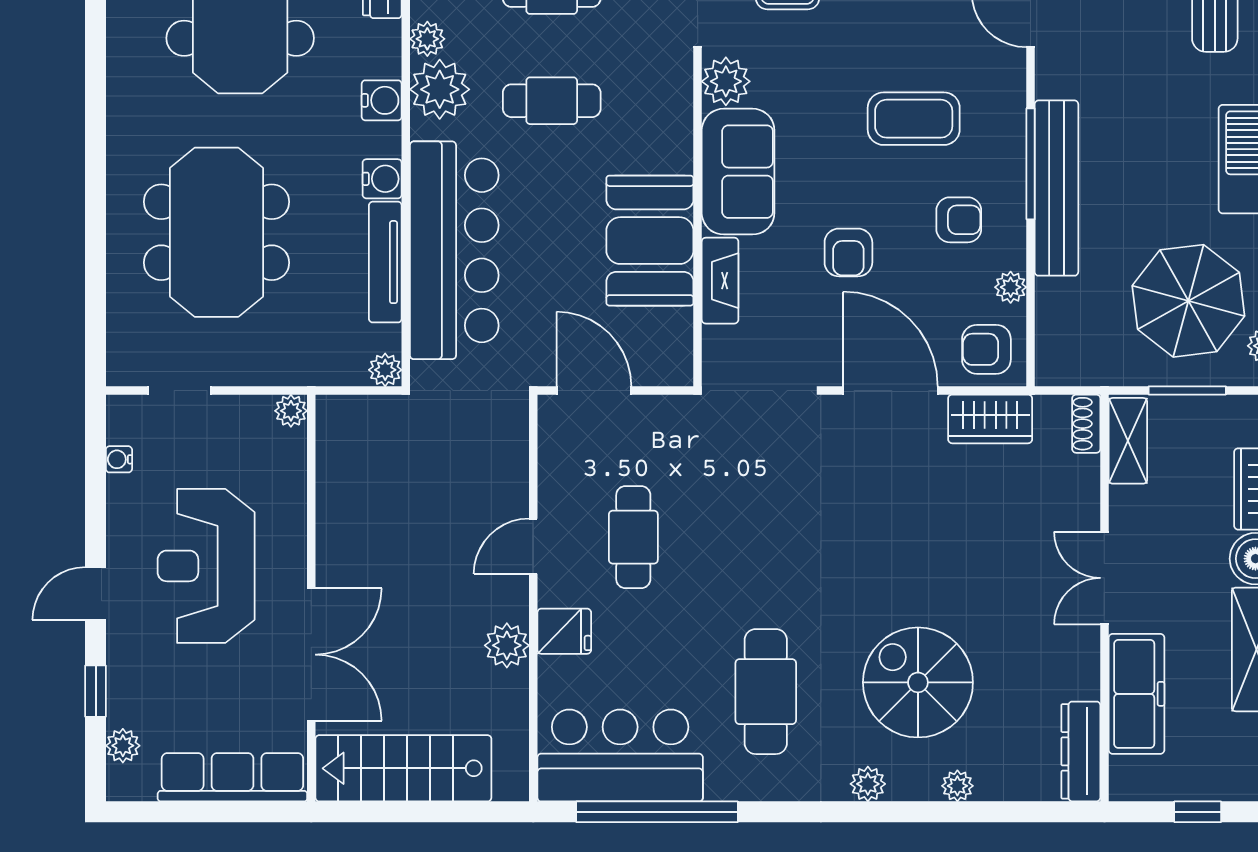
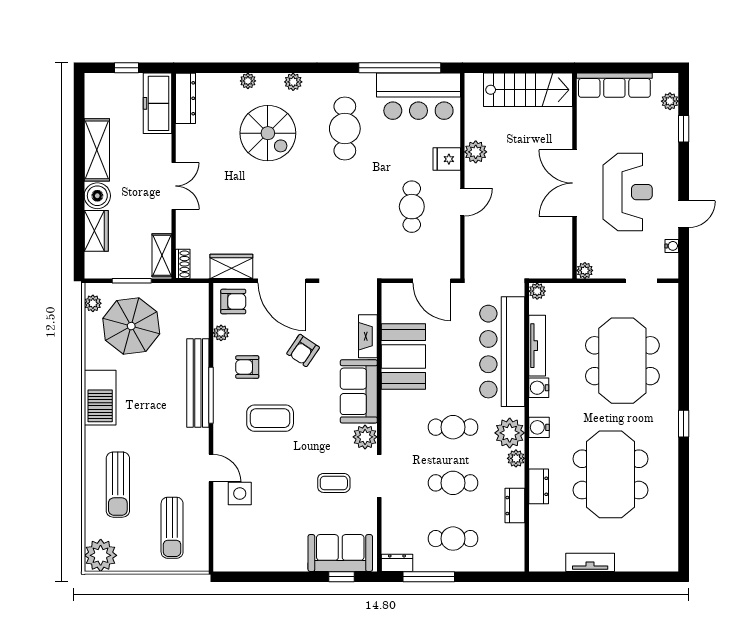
window: (96, 108) -> (684, 424), added
armchair: (848, 252) -> (303, 350), turned -146
door: (96, 594) -> (684, 214), moved
double door: (311, 655) -> (575, 183), moved
freezer: (1136, 694) -> (157, 103), moved

